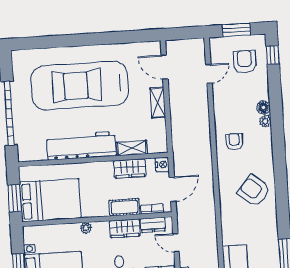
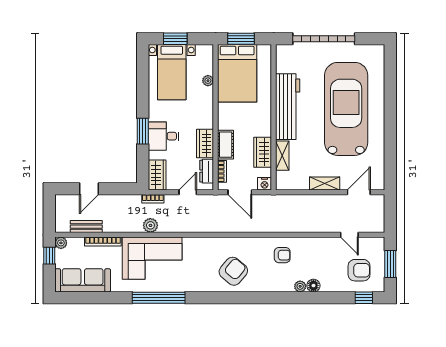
plant: (86, 228) -> (208, 81), moved

